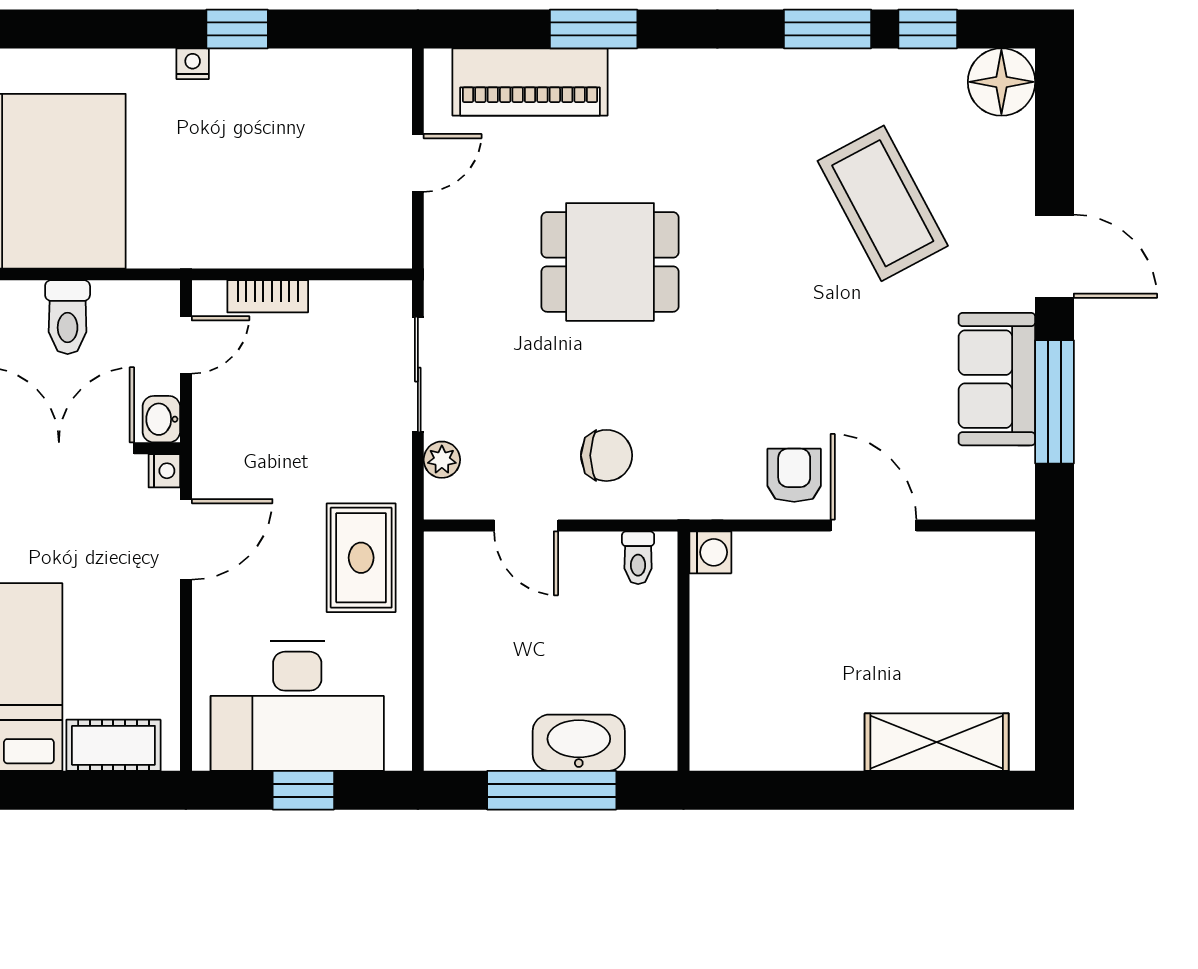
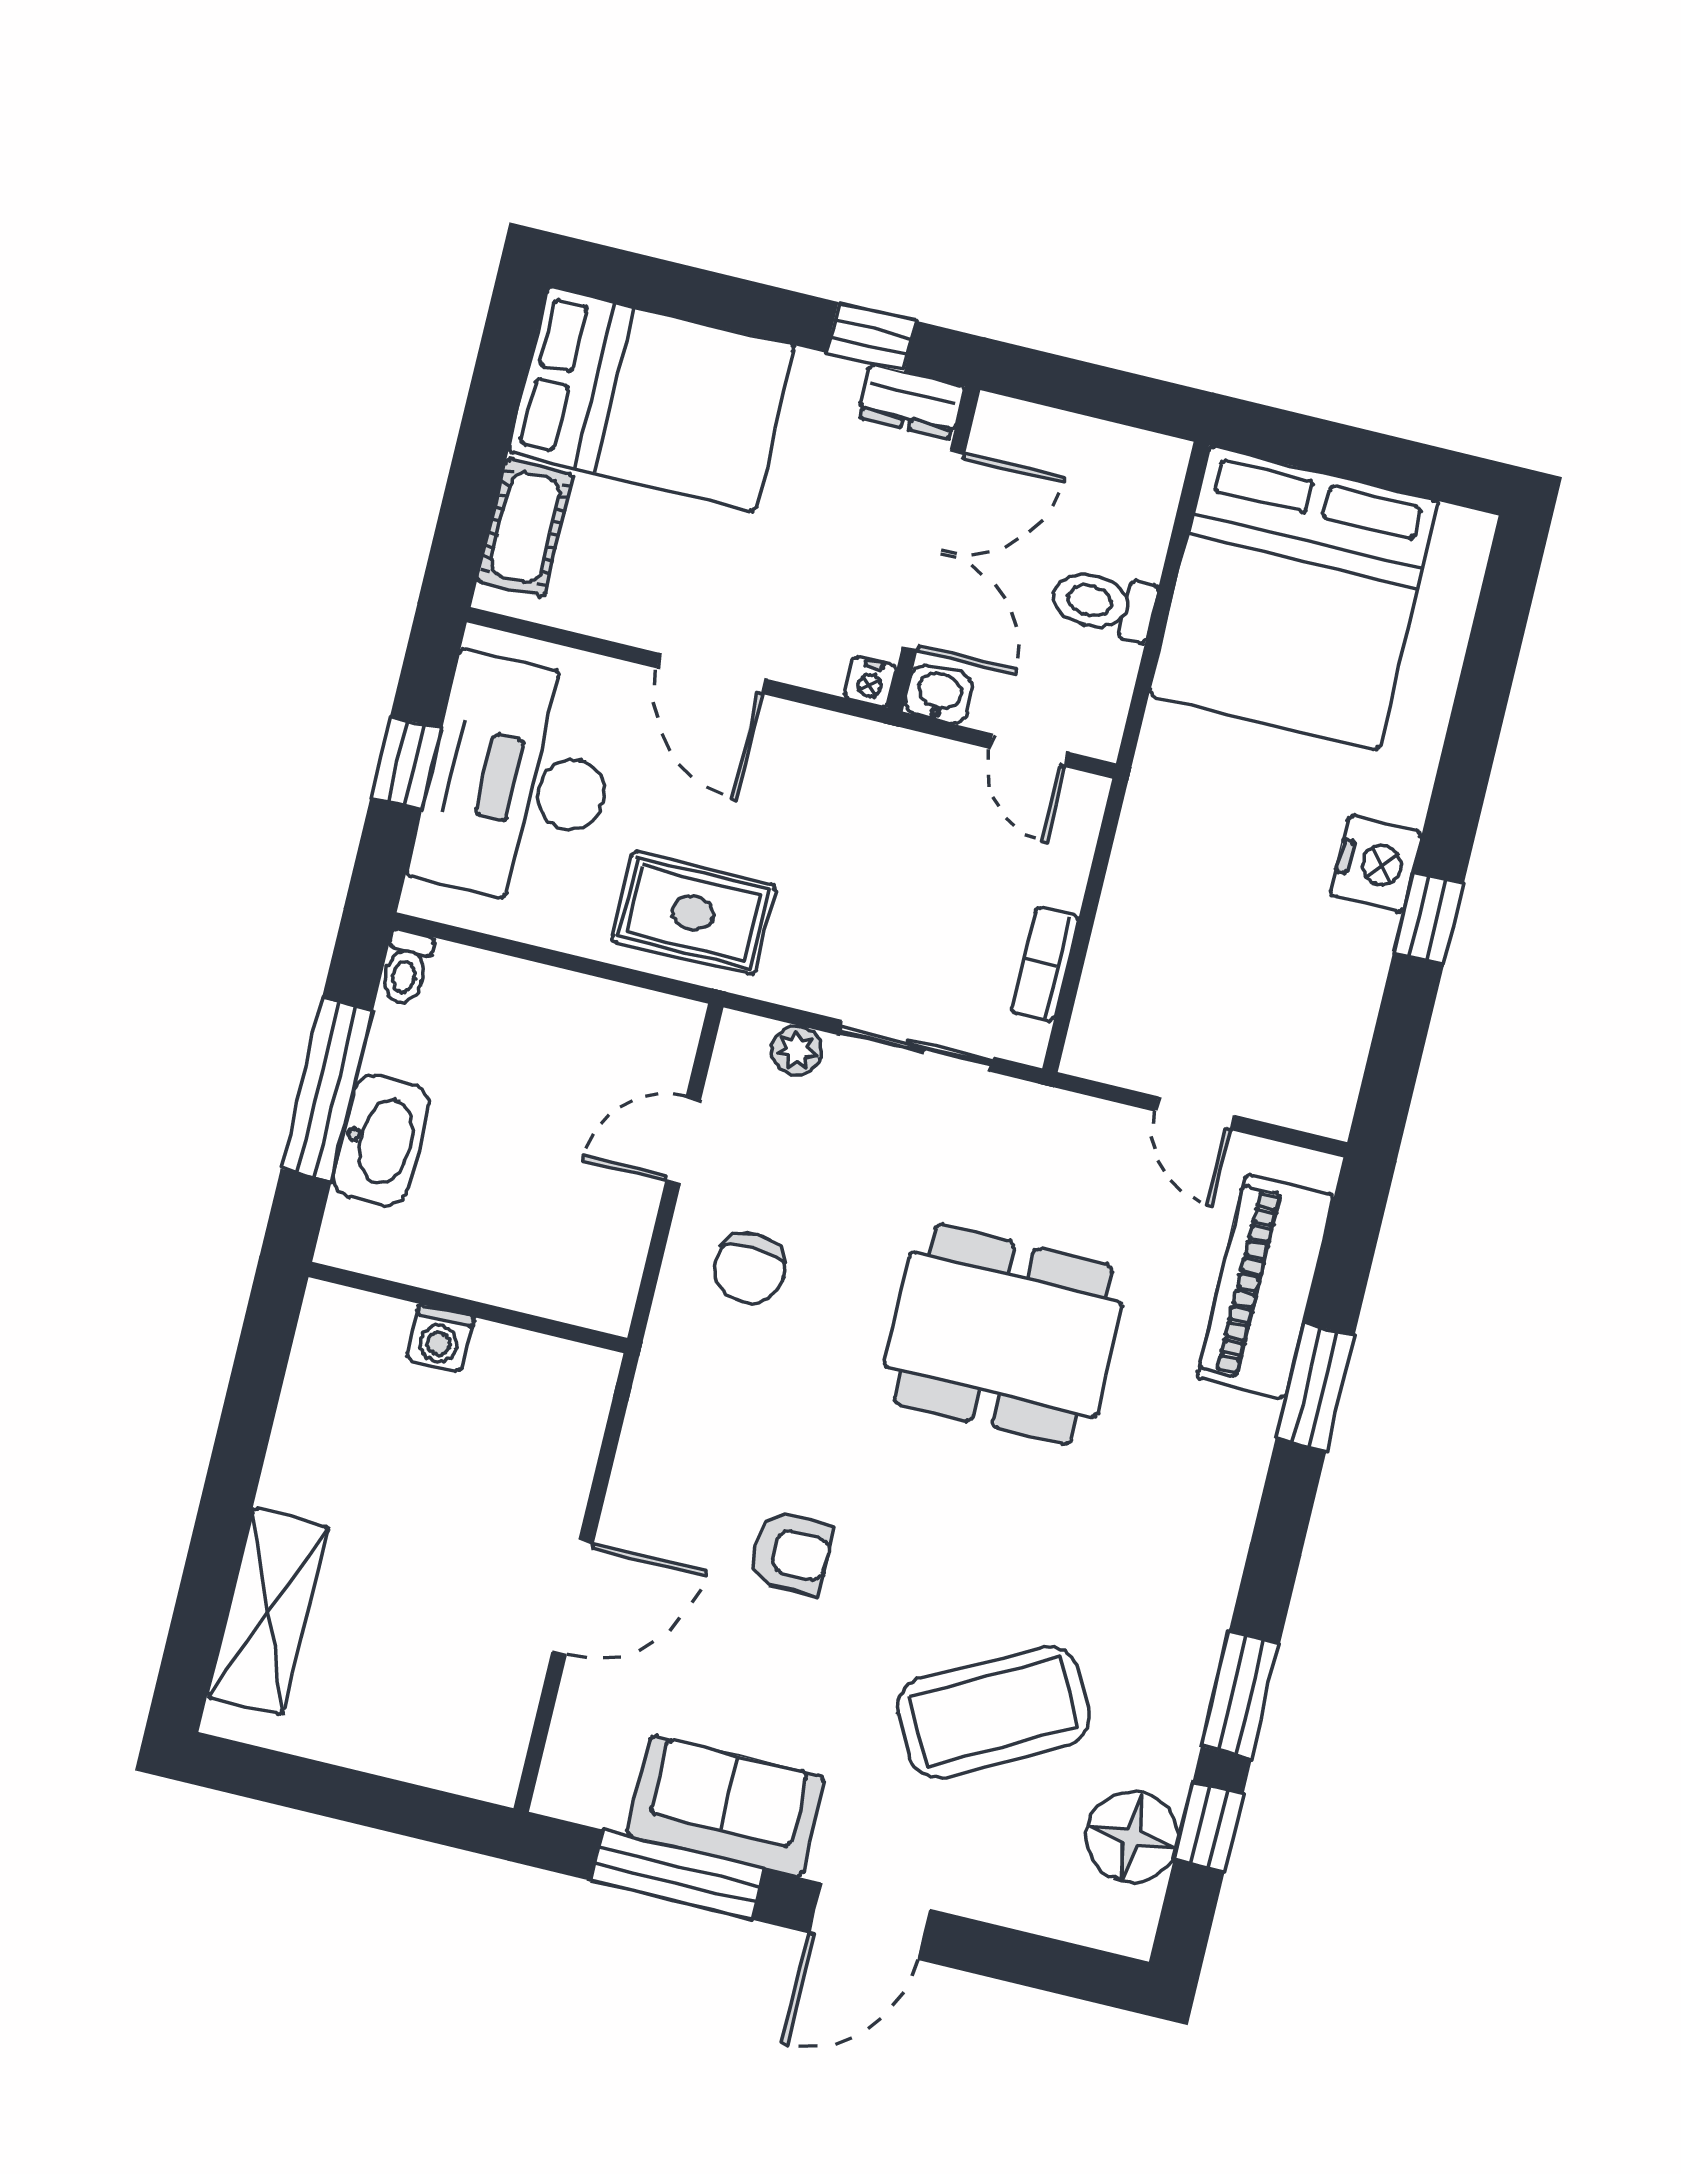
nightstand: (193, 64) -> (1376, 864), width x1.89, depth x1.79
floor lamp: (1001, 82) -> (1132, 1837), moved
dining table: (610, 262) -> (1003, 1335), width x1.38
bookcase: (268, 296) -> (1045, 964), moved
armchair: (794, 475) -> (791, 1553), moved
door: (186, 539) -> (712, 674), moved
washing machine: (710, 552) -> (440, 1338), moved
toilet: (638, 558) -> (406, 967), moved, turned -90

